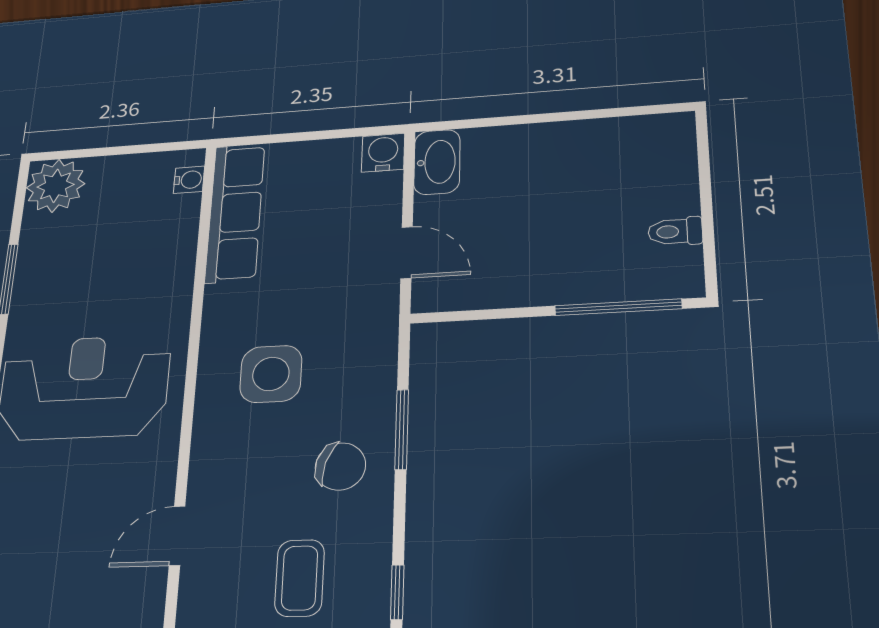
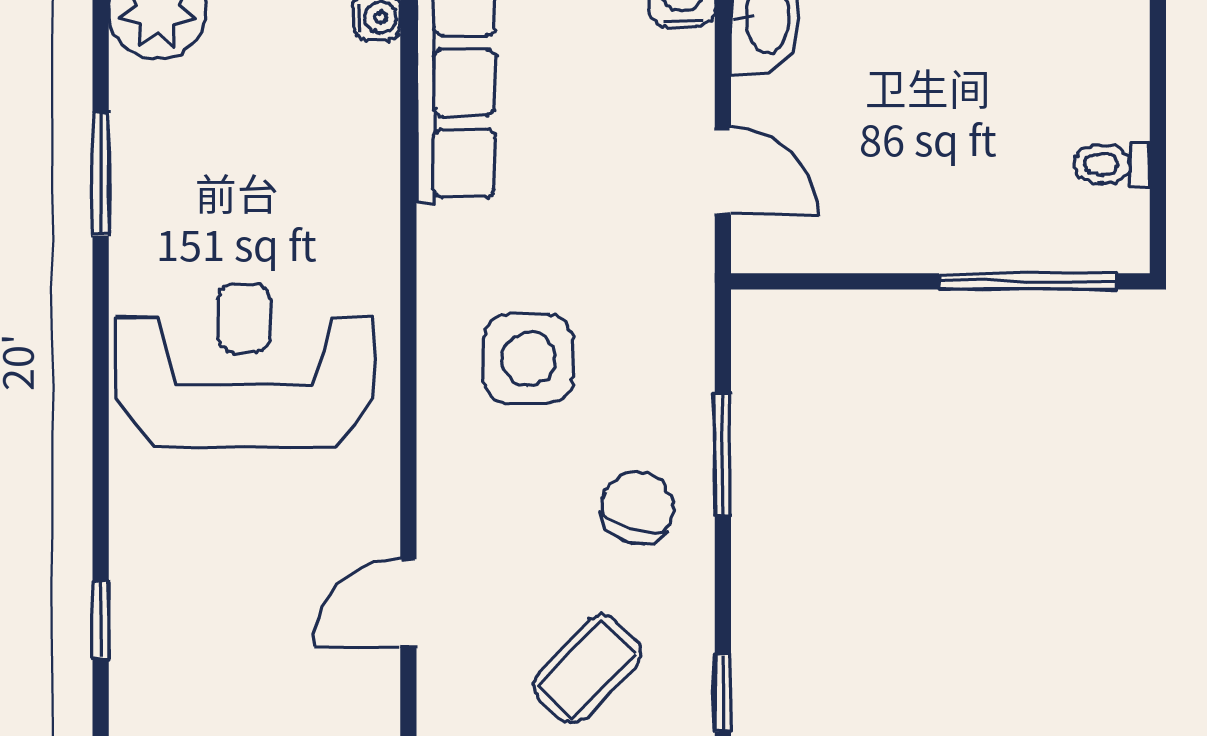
chair: (340, 466) -> (637, 508), turned -92
coffee table: (300, 578) -> (587, 669), turned 44

